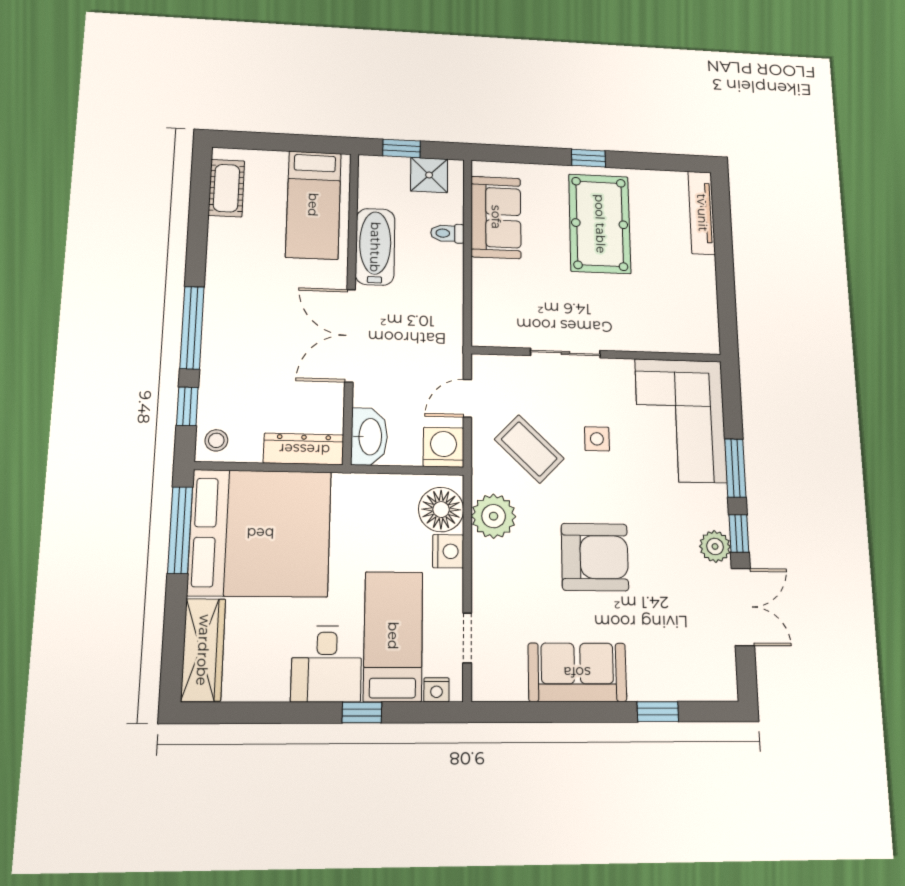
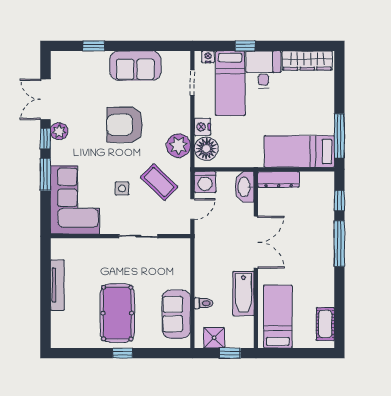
tv unit: (702, 213) -> (57, 285), moved
stool: (216, 440) -> (324, 183), removed
bed: (260, 533) -> (299, 151), width x0.49
wardrobe: (203, 650) -> (307, 61), moved, turned -90

